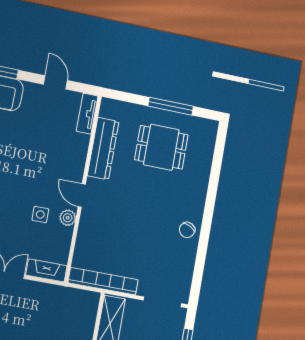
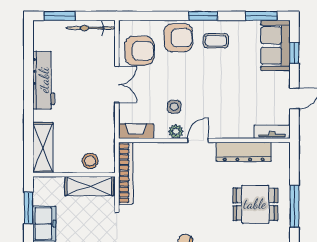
dining table: (161, 147) -> (255, 204), turned 90
fireplace: (46, 270) -> (136, 131), moved, turned -90
stool: (83, 318) -> (90, 161), added

